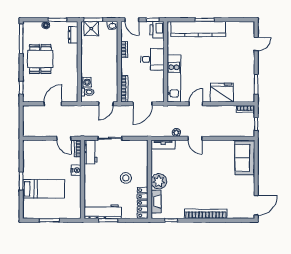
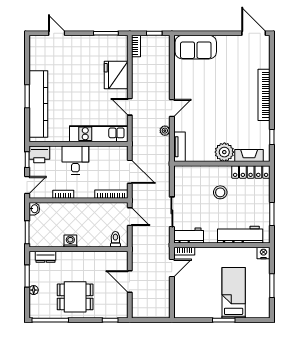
shower: (91, 29) -> (38, 235), removed
washing machine: (86, 82) -> (70, 241), moved
nightstand: (76, 170) -> (263, 253), moved
workbench: (103, 212) -> (240, 235), moved, turned 90

